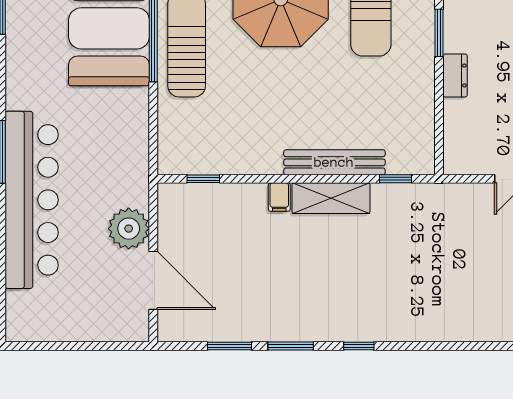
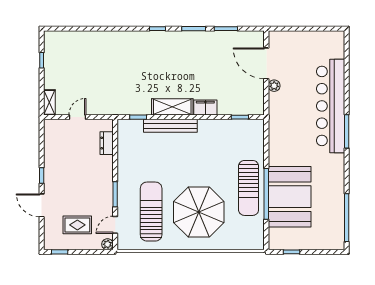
dresser: (455, 75) -> (107, 143), moved
filing cabinet: (279, 197) -> (205, 107), width x2.00
plant: (129, 229) -> (274, 86), width x0.53, depth x0.53

